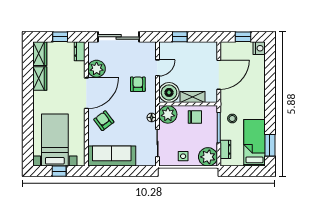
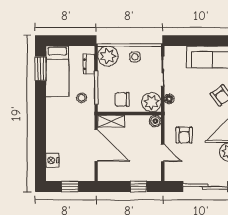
nightstand: (259, 48) -> (52, 160), moved
door: (157, 68) -> (163, 153), swing flipped
door: (219, 75) -> (96, 145), swing flipped
boiler: (169, 92) -> (155, 121), width x0.54, depth x0.54
shelving: (192, 97) -> (111, 121), moved

